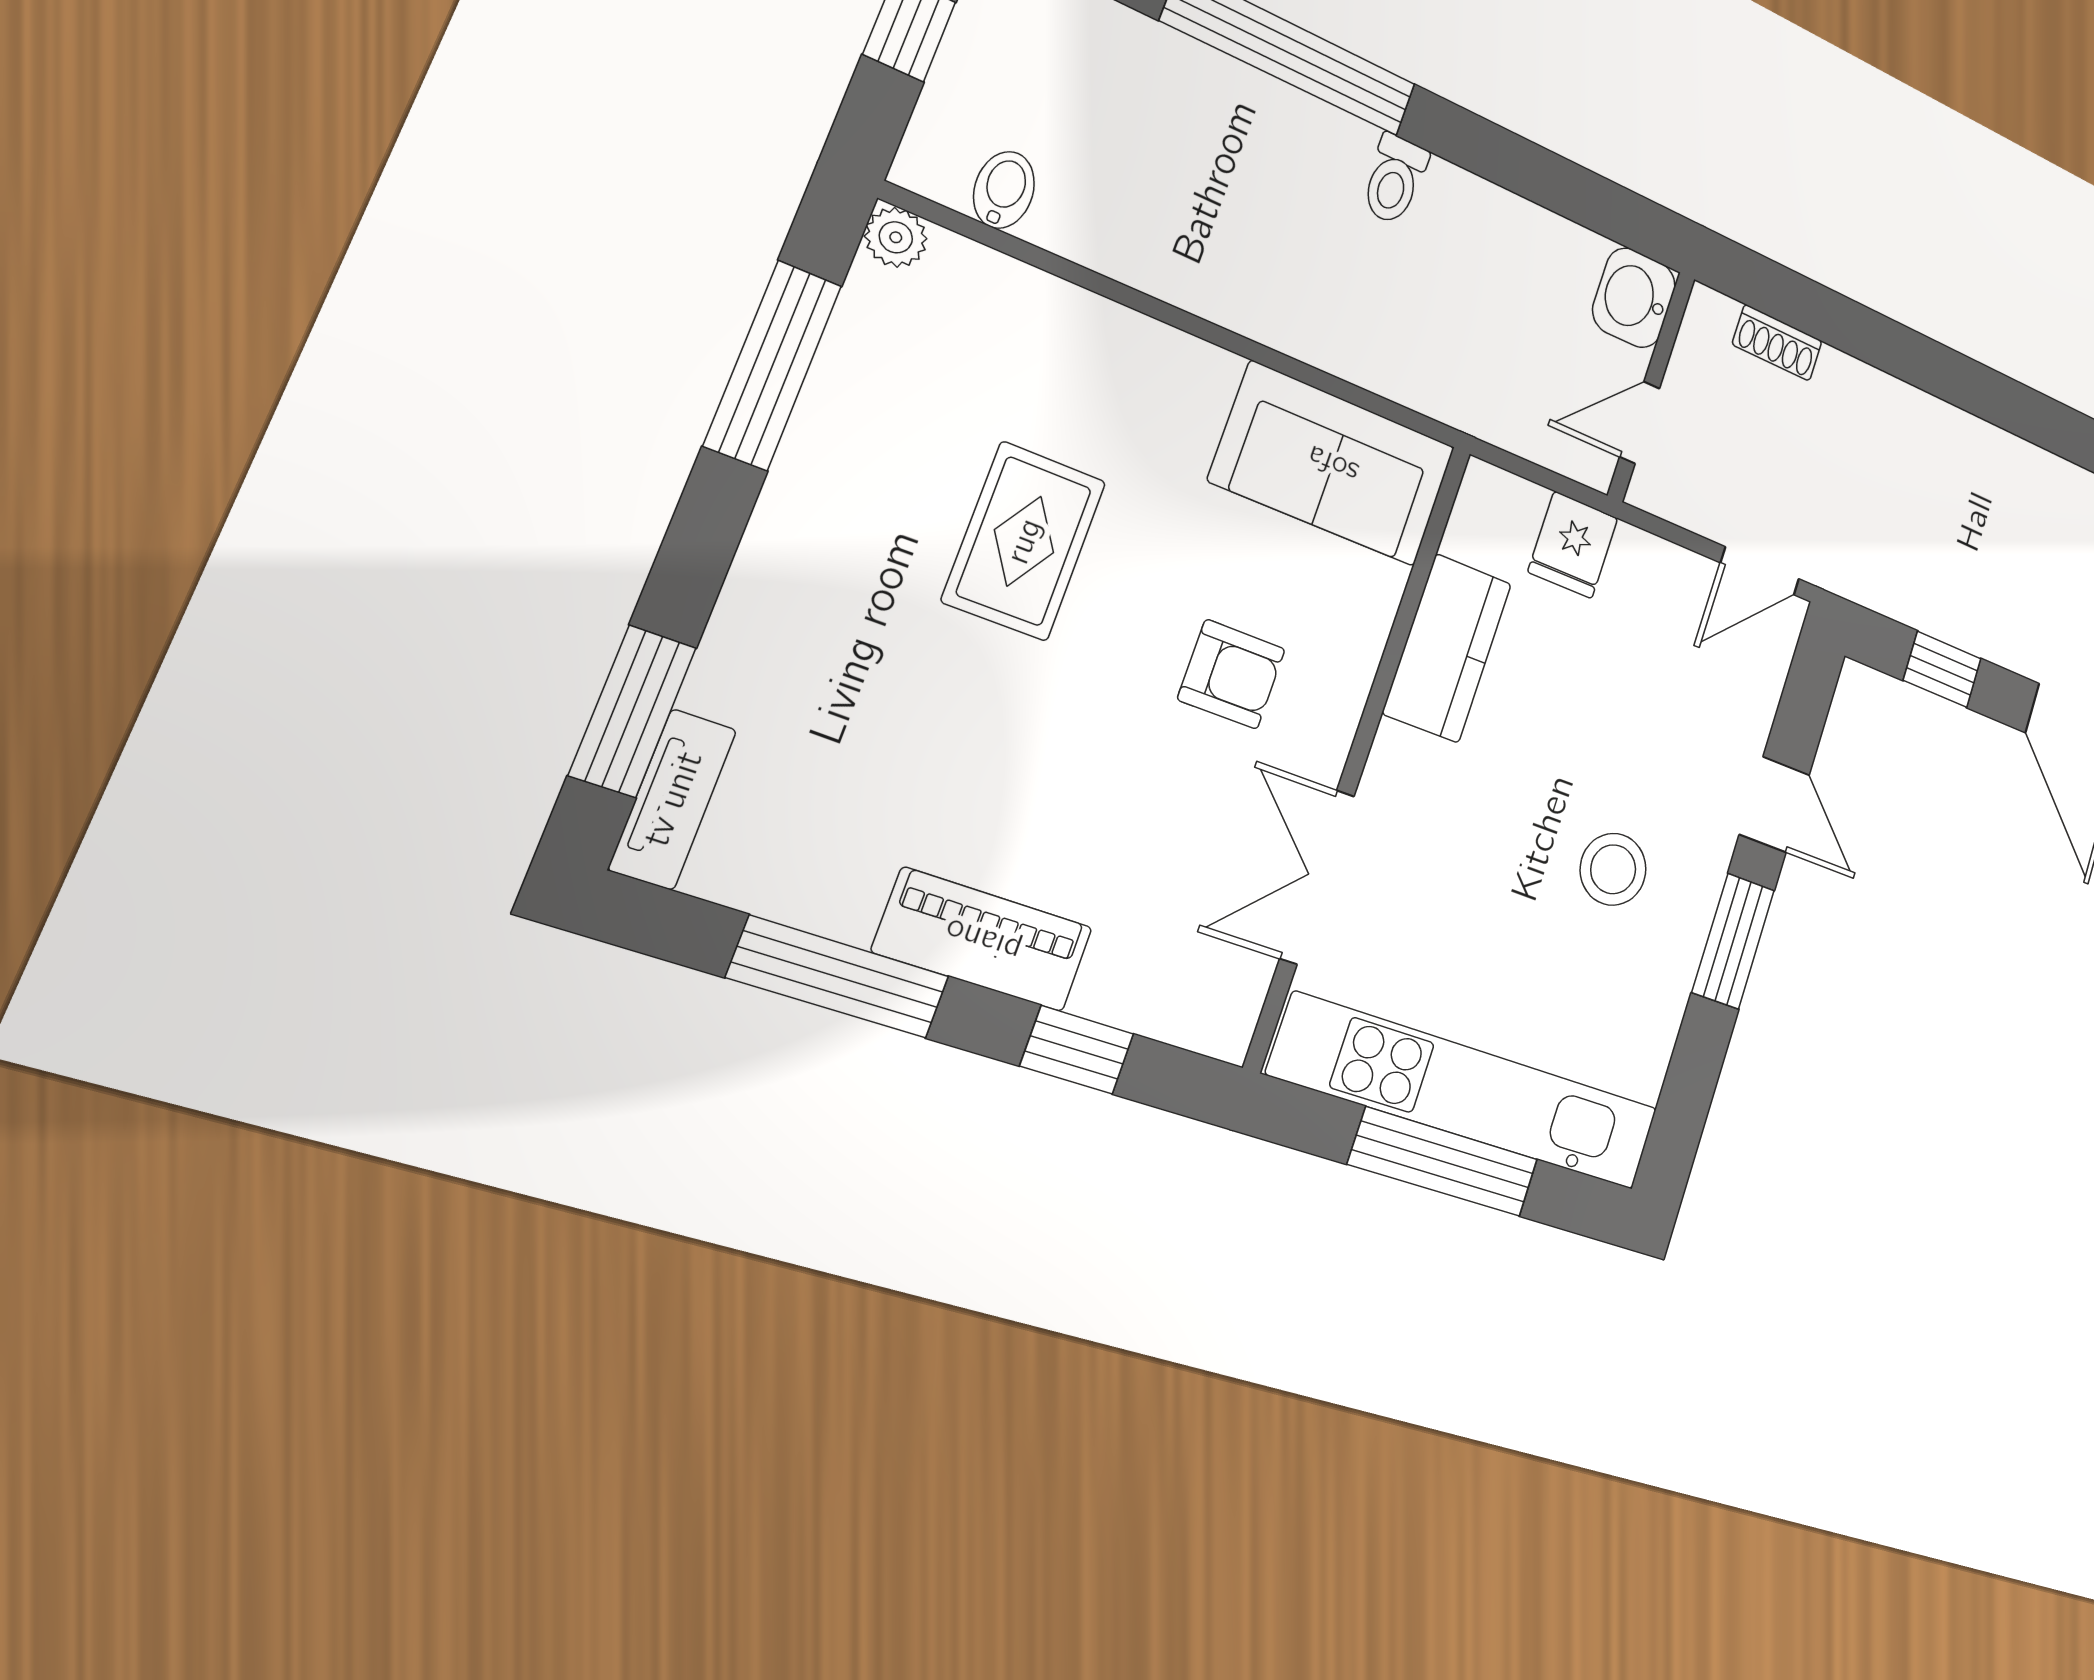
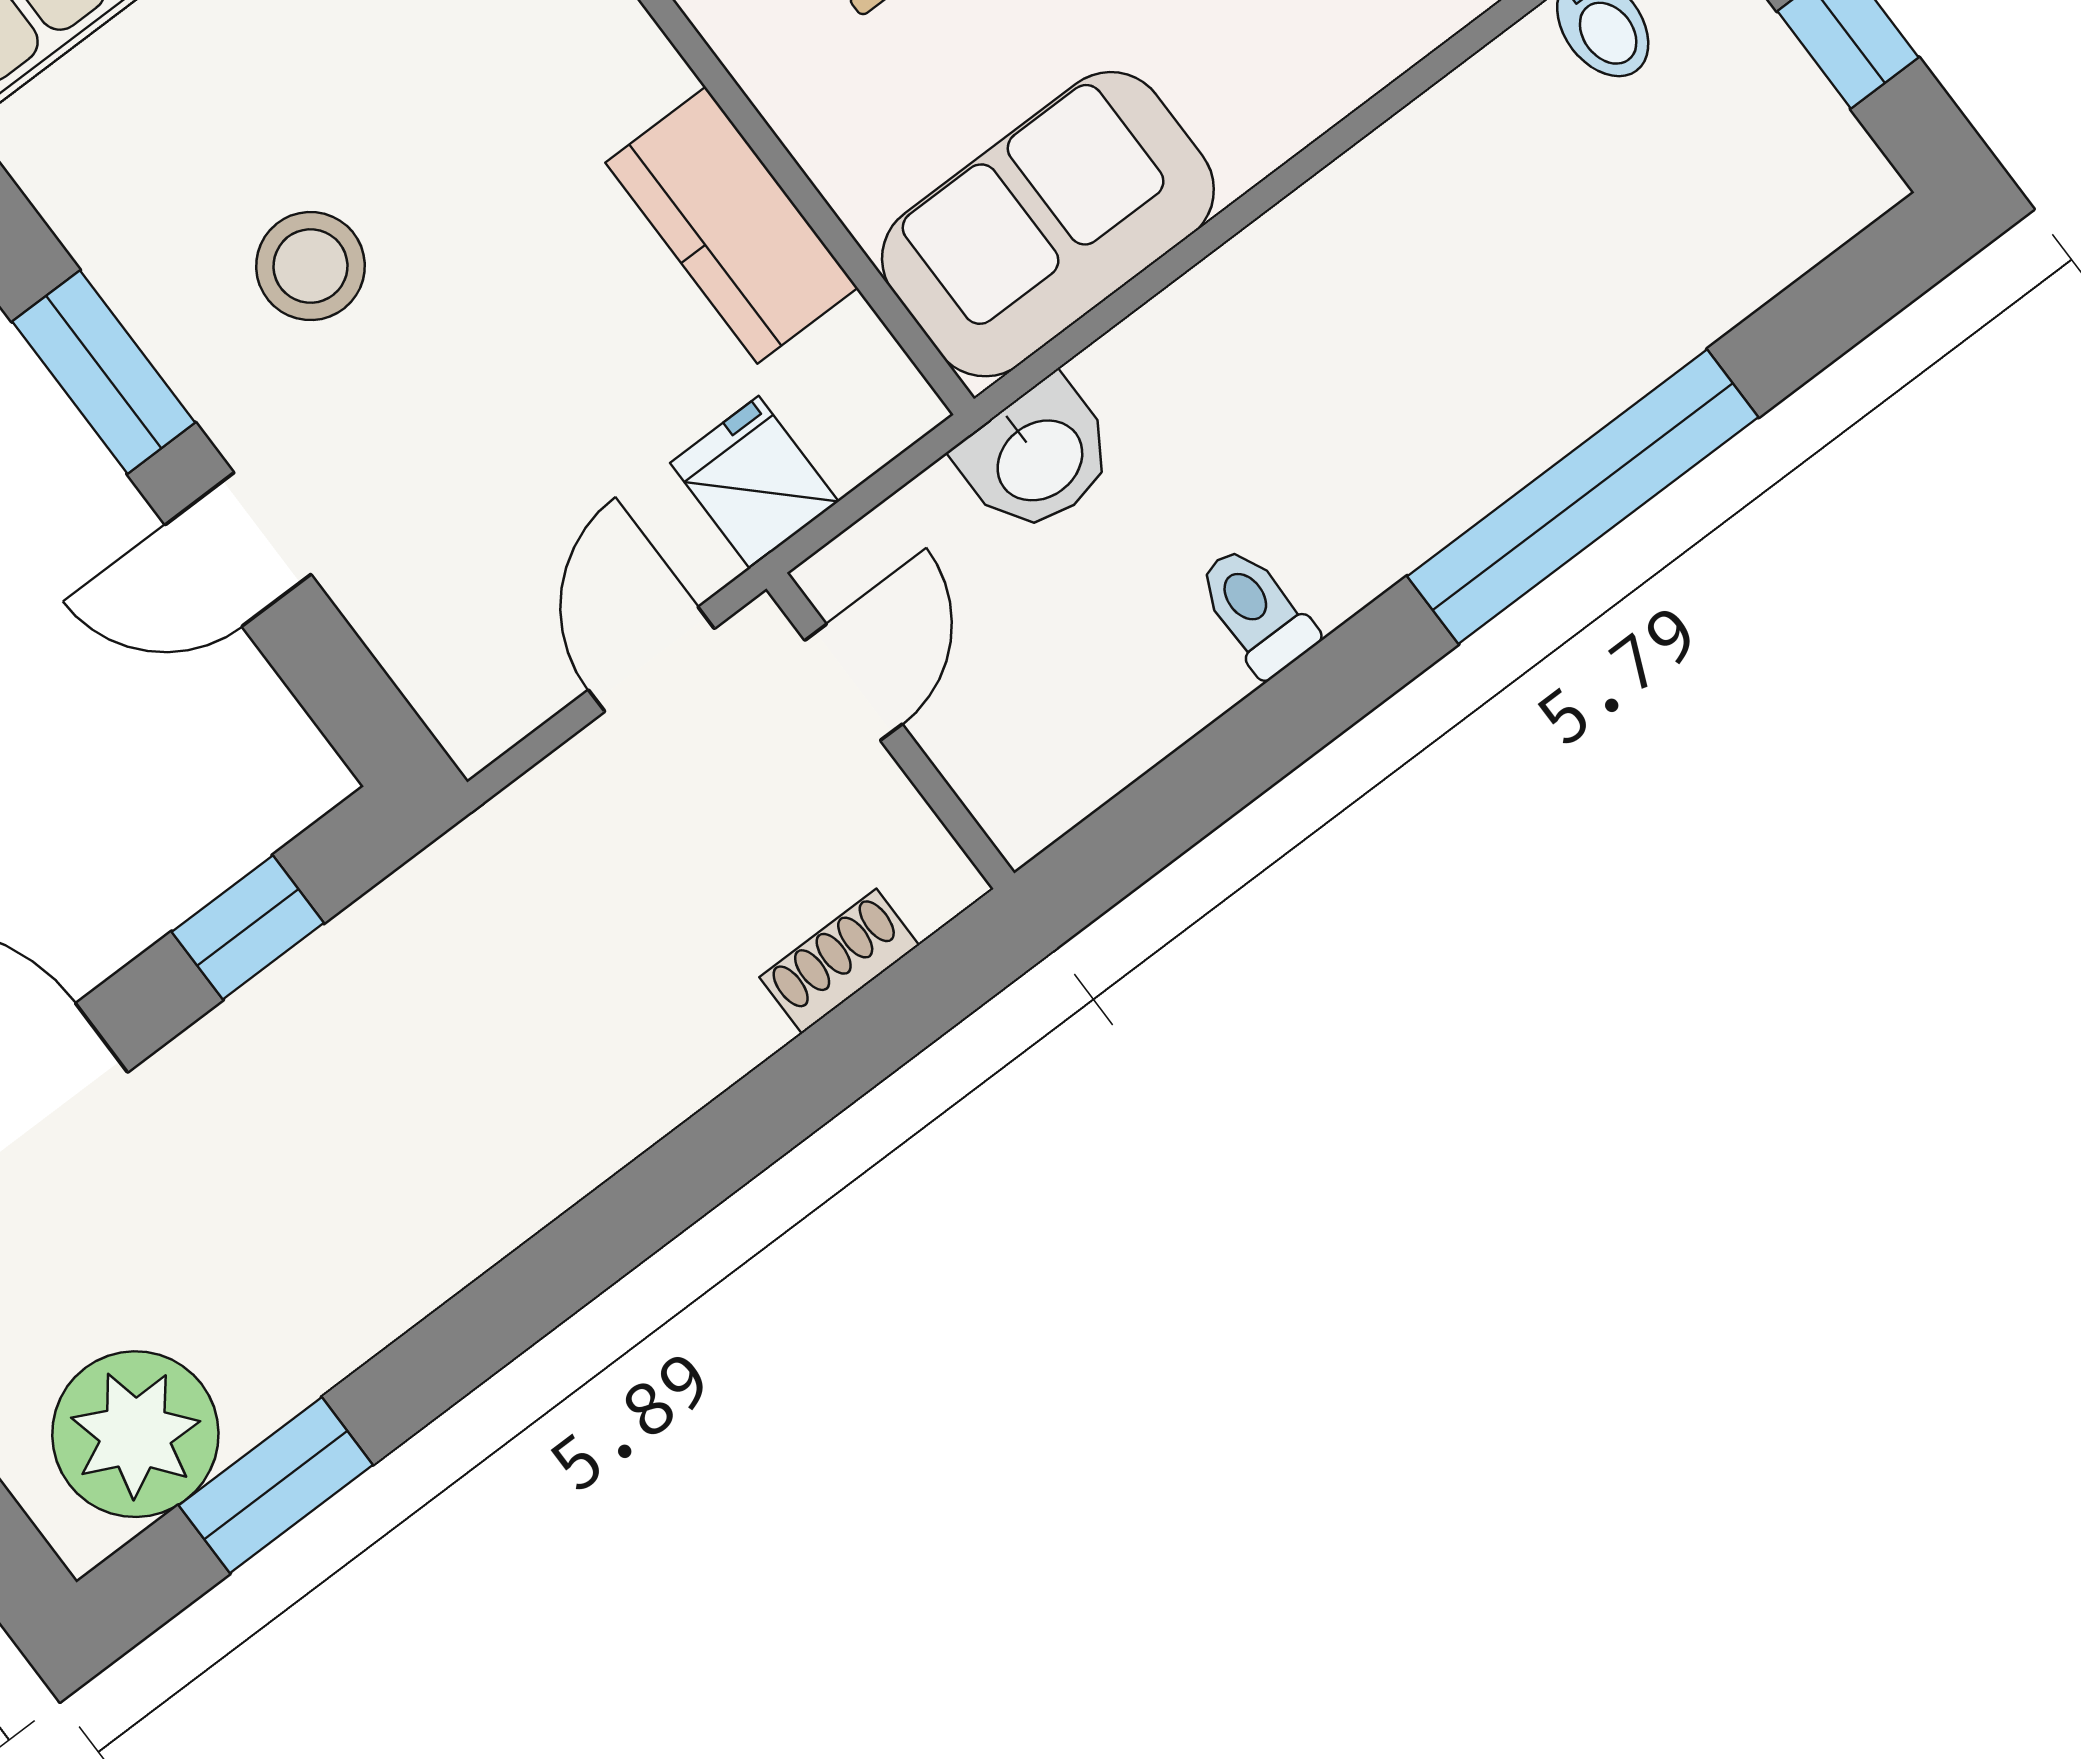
toilet: (1394, 179) -> (1256, 611), moved
washbasin: (1634, 298) -> (1038, 458), moved, turned 90
door: (1760, 571) -> (651, 659), moved

